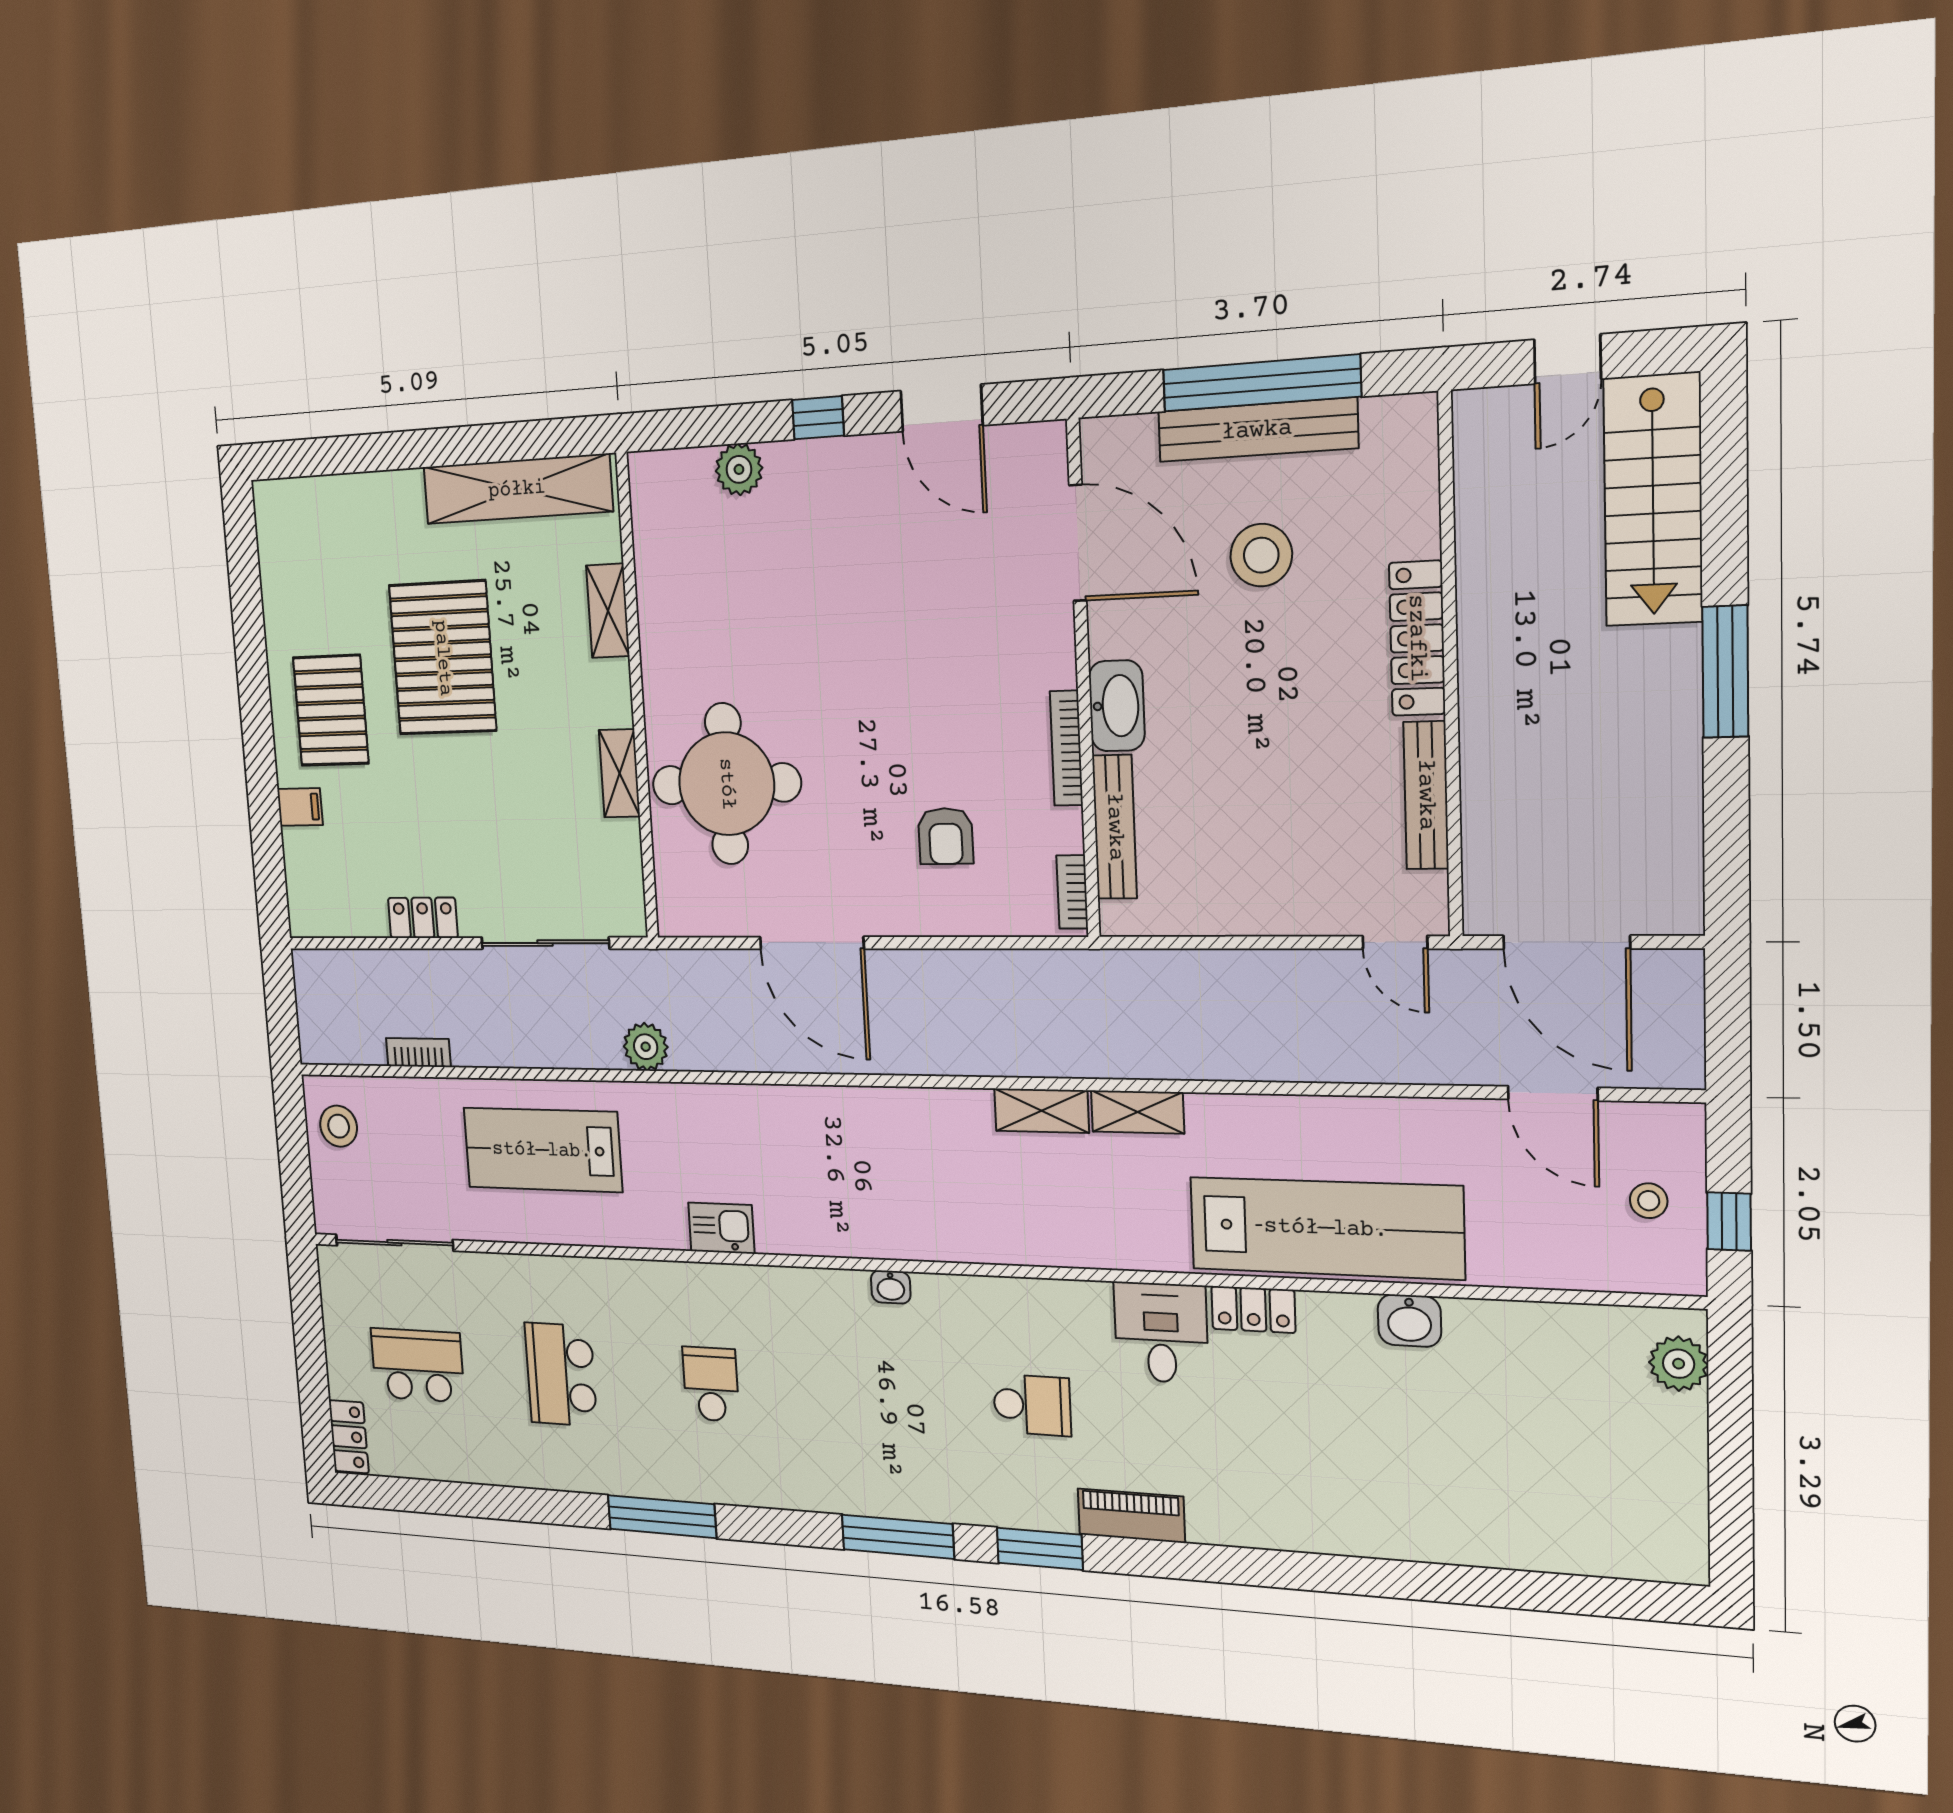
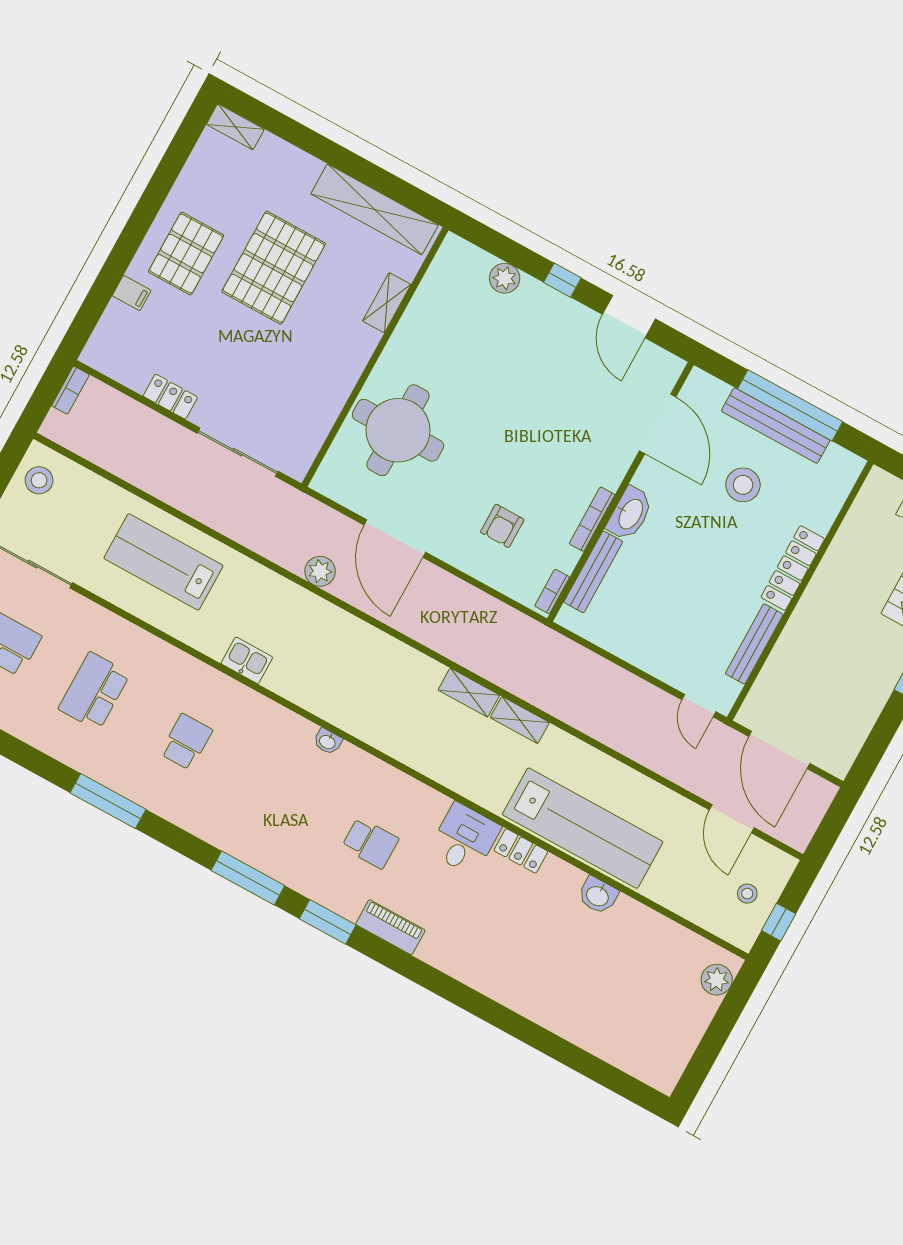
shelving: (619, 773) -> (235, 127), moved, turned 90
plant: (646, 1047) -> (320, 571), moved
bookcase: (418, 1053) -> (70, 390), moved, turned 90

